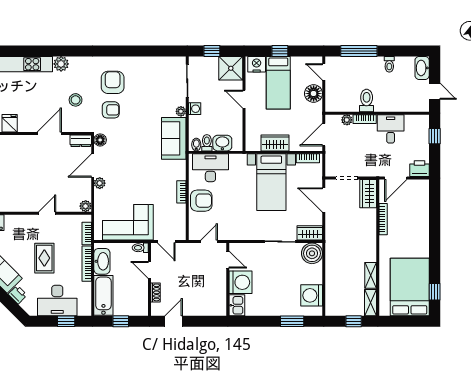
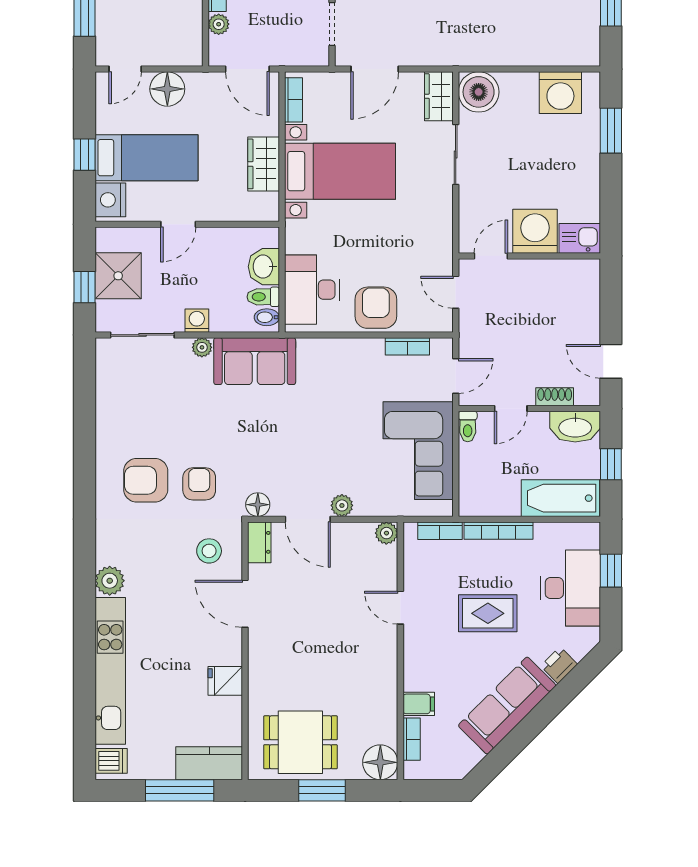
shower: (231, 68) -> (118, 276), moved
stool: (76, 100) -> (209, 551), moved
bookcase: (181, 192) -> (407, 346), moved
washbasin: (102, 261) -> (575, 427), moved, turned 180

